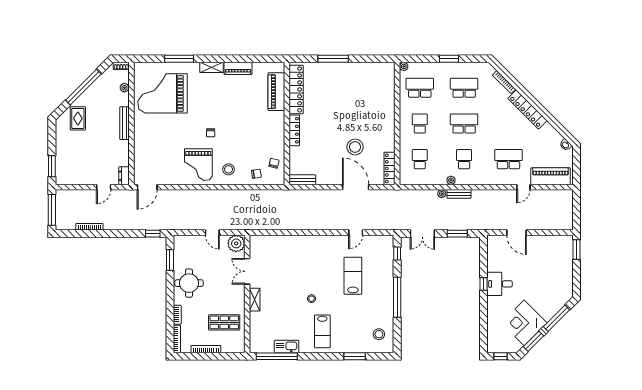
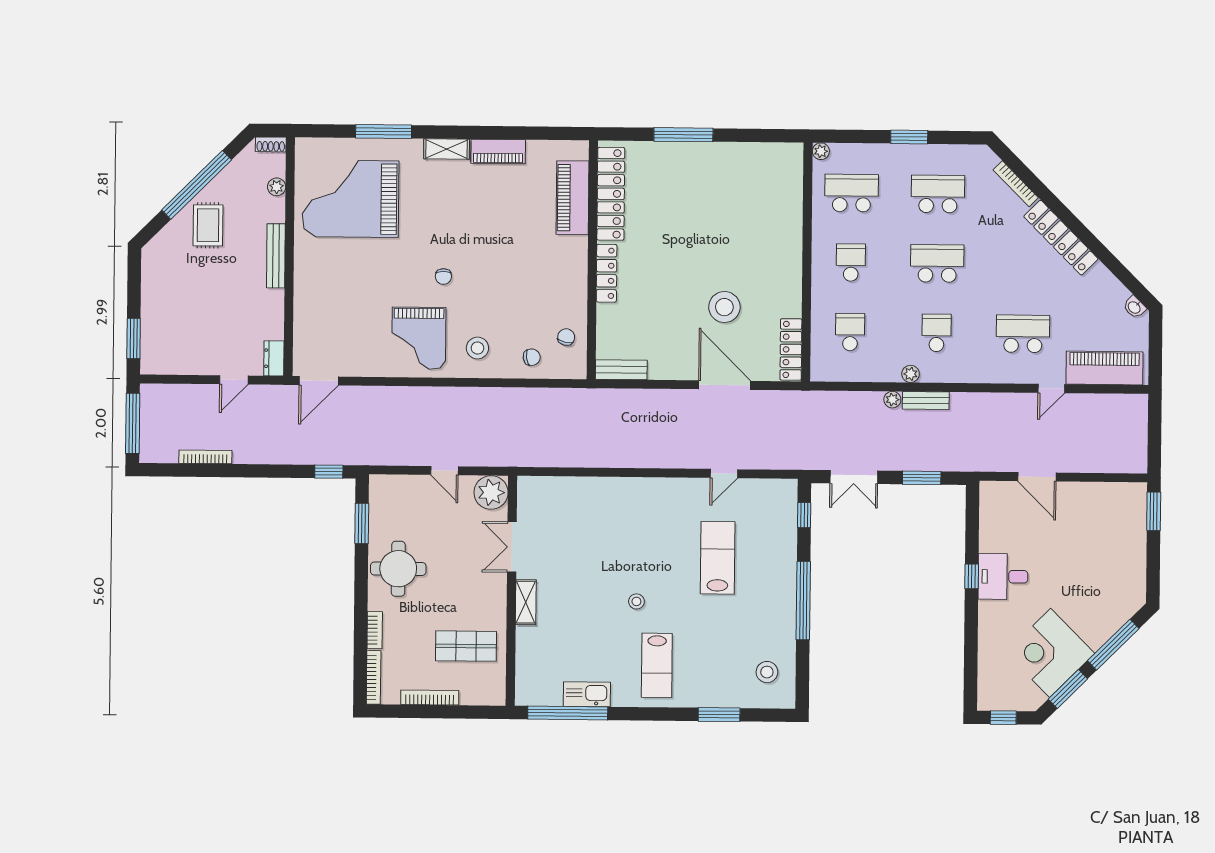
rug: (78, 118) -> (208, 225), moved

